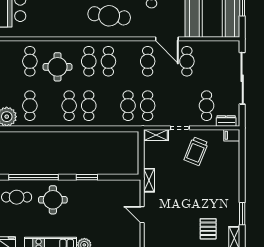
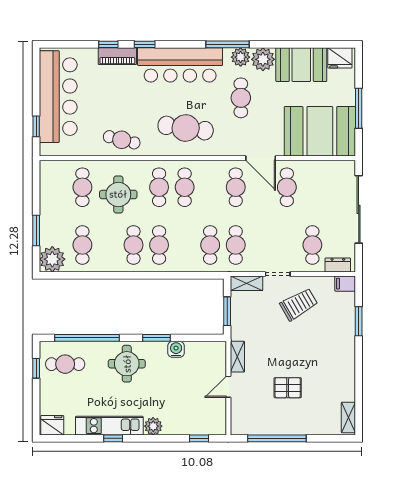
cafe table: (60, 25) -> (122, 140), added
trolley: (196, 151) -> (299, 304), turned -142
window: (141, 157) -> (227, 311), added
shelving: (149, 180) -> (237, 357), moved
water cooler: (102, 186) -> (176, 349), added
round table: (53, 200) -> (127, 364), moved
window: (242, 214) -> (359, 321), moved
door: (142, 215) -> (228, 387), hinge flipped
pallet: (208, 229) -> (288, 388), moved, turned 90

